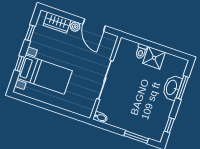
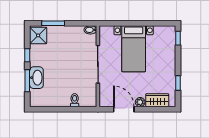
shower: (154, 58) -> (38, 35), moved
window: (20, 64) -> (178, 38), moved
bed with nightstands: (45, 75) -> (134, 49), moved, turned -90
window: (169, 125) -> (27, 55), moved

